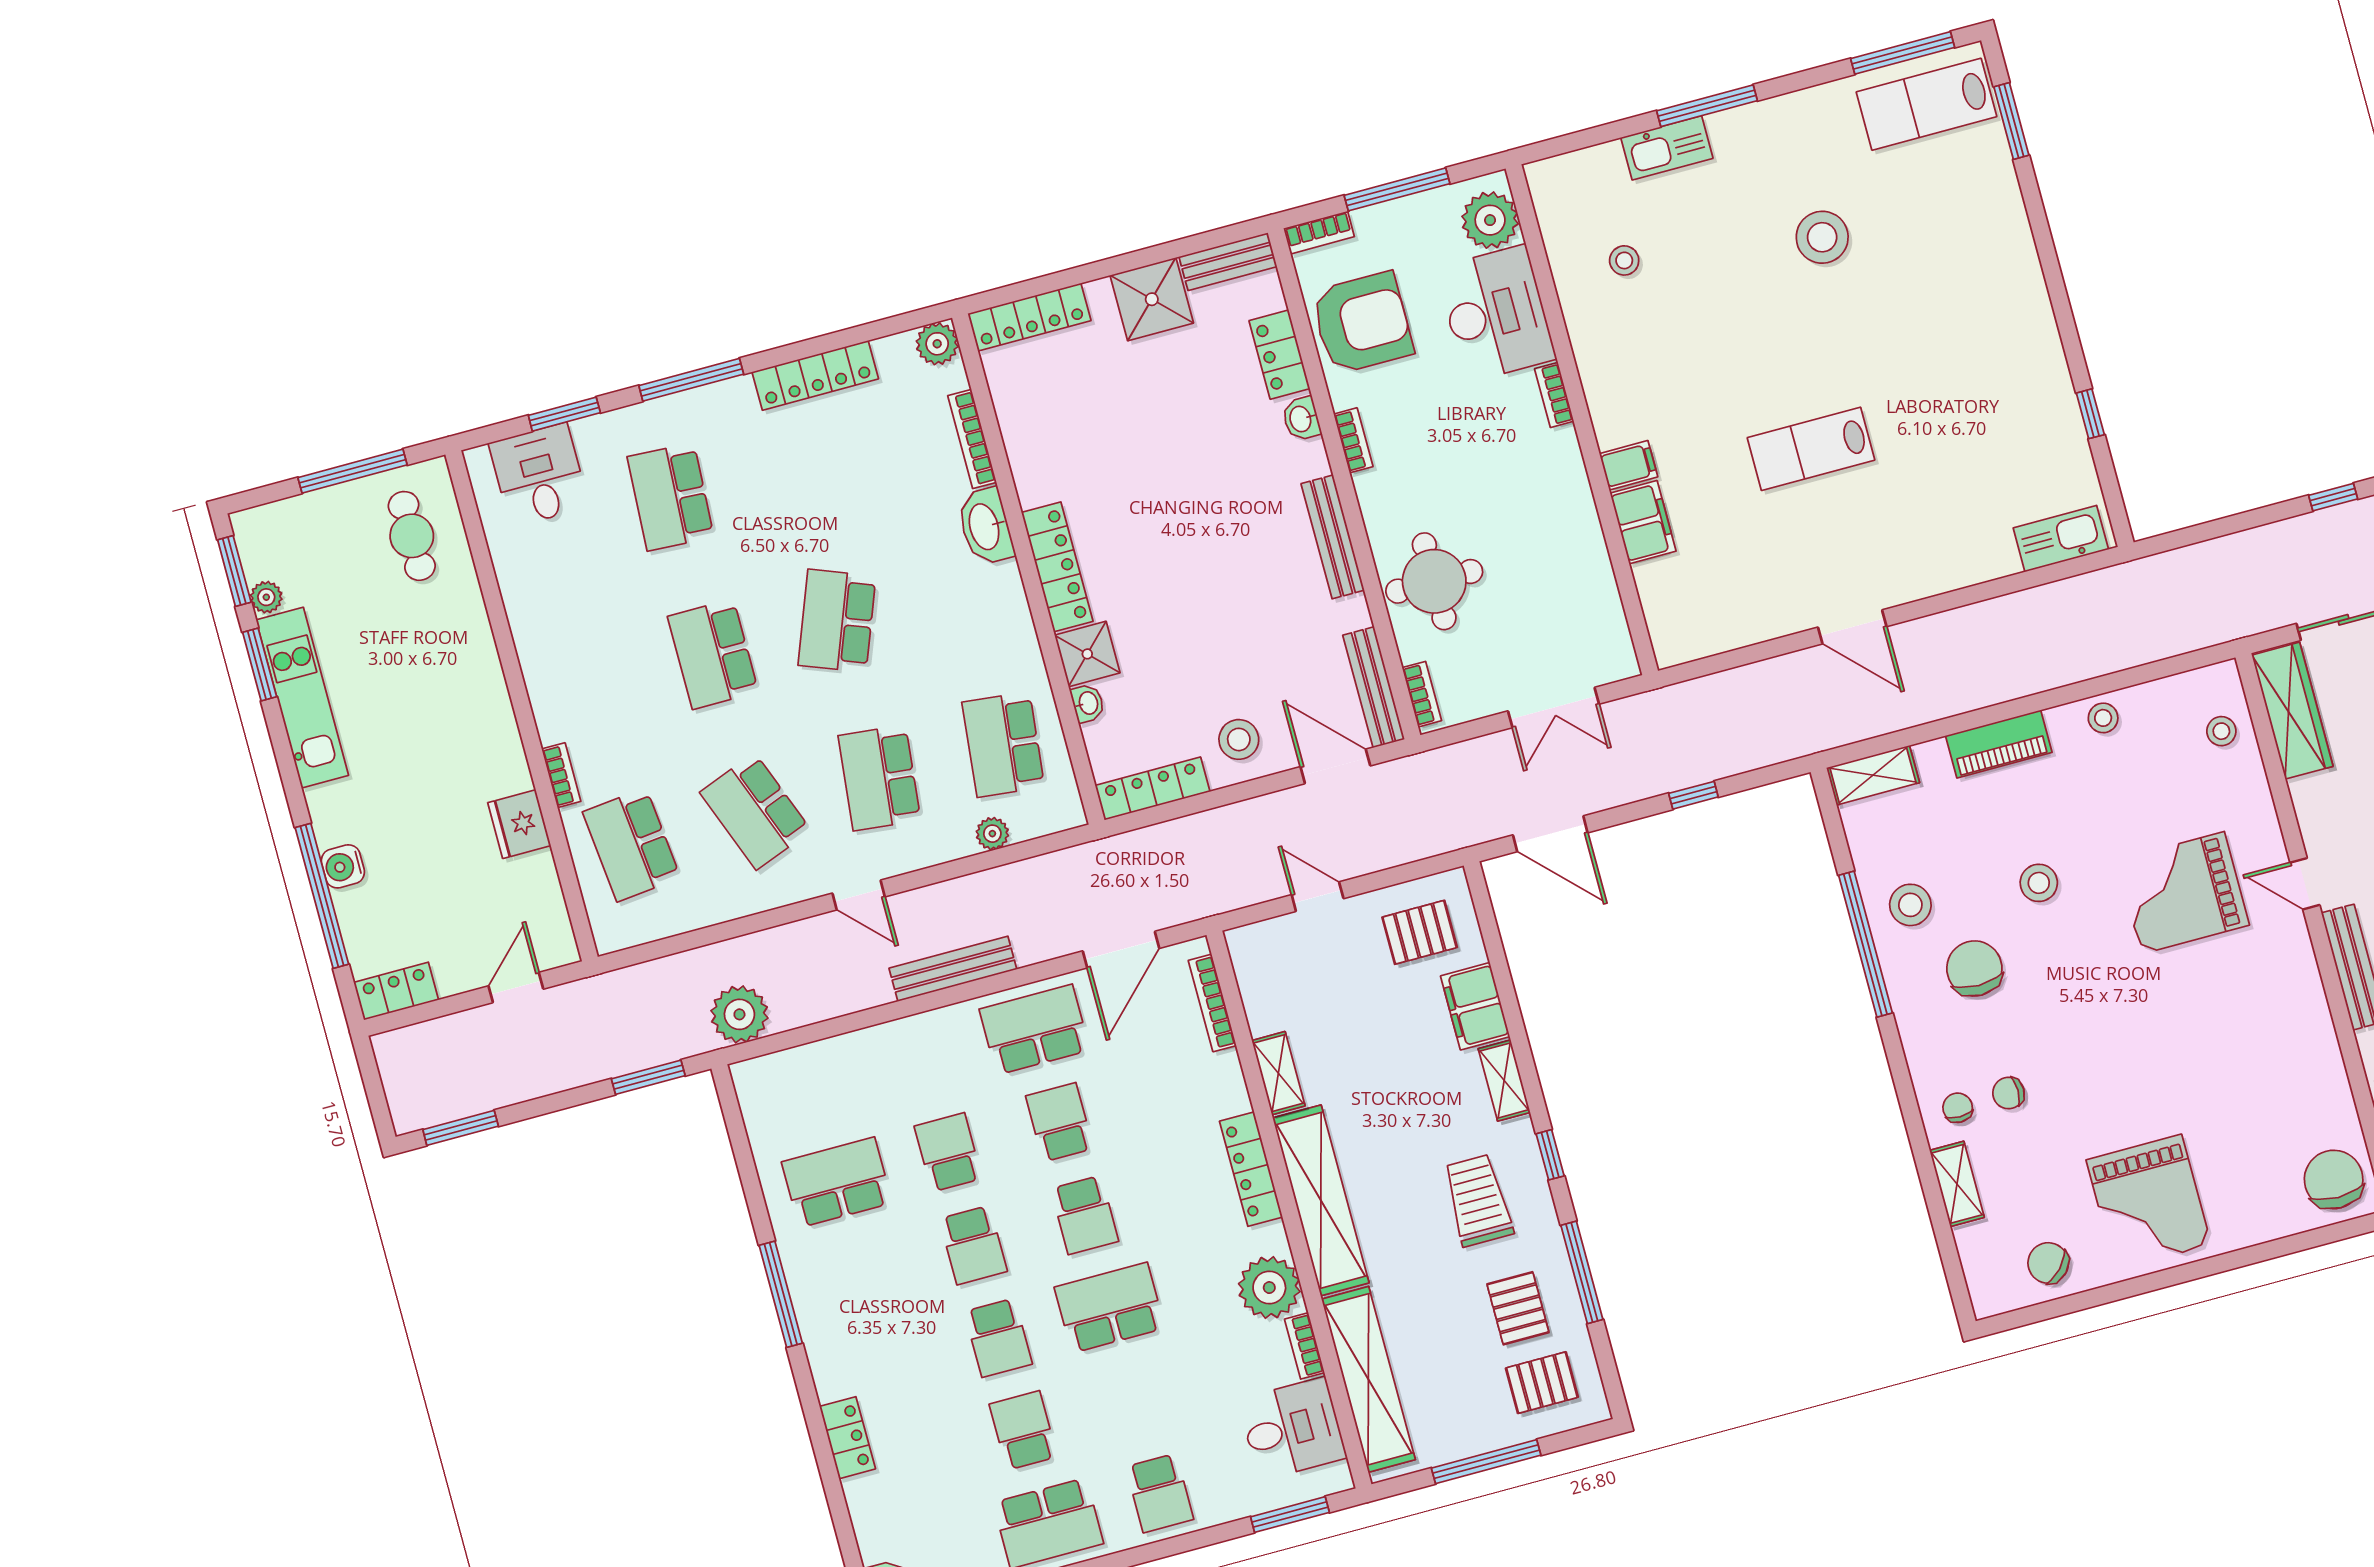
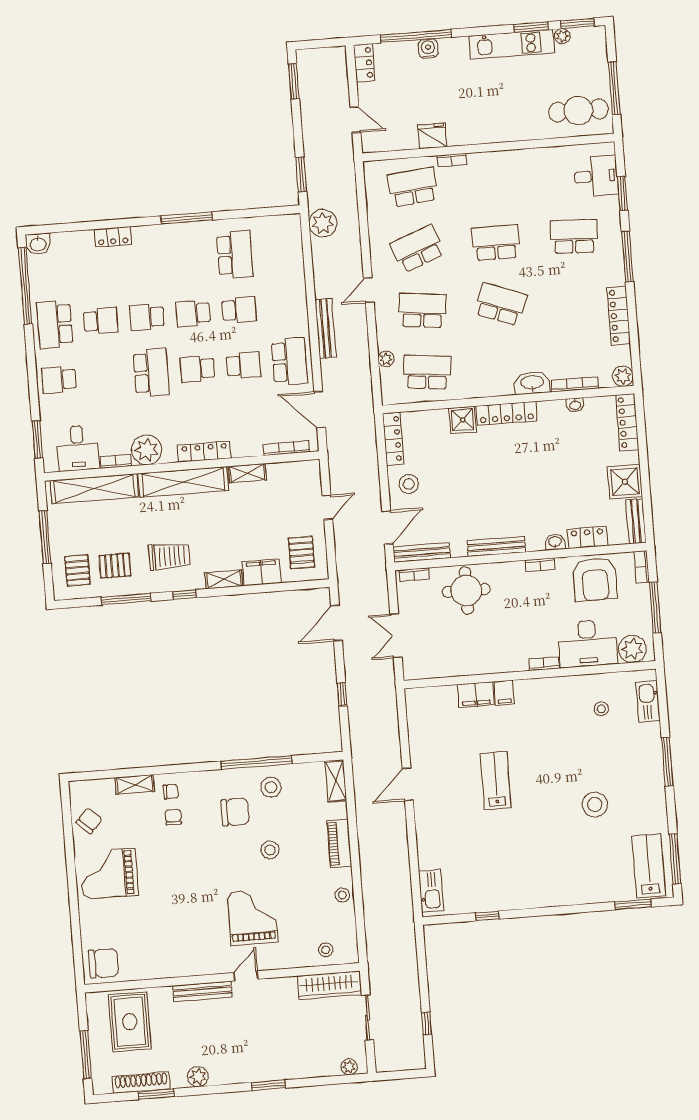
kitchen sink: (1667, 148) -> (648, 701), moved
cafe table: (412, 536) -> (578, 110), width x1.37, depth x1.35
washbasin: (1088, 703) -> (575, 405), moved

